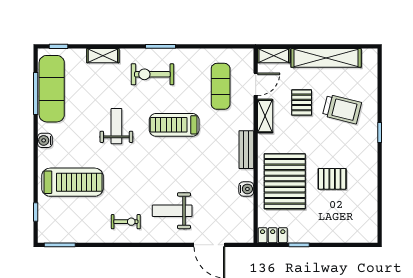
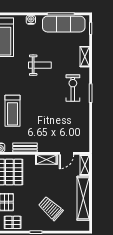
door: (256, 84) -> (66, 153), hinge flipped
exercise mat: (221, 86) -> (65, 131), removed
pallet: (302, 102) -> (13, 222), moved
trolley: (342, 109) -> (51, 208), turned 118
treadmill: (174, 125) -> (13, 111), moved, turned 180

